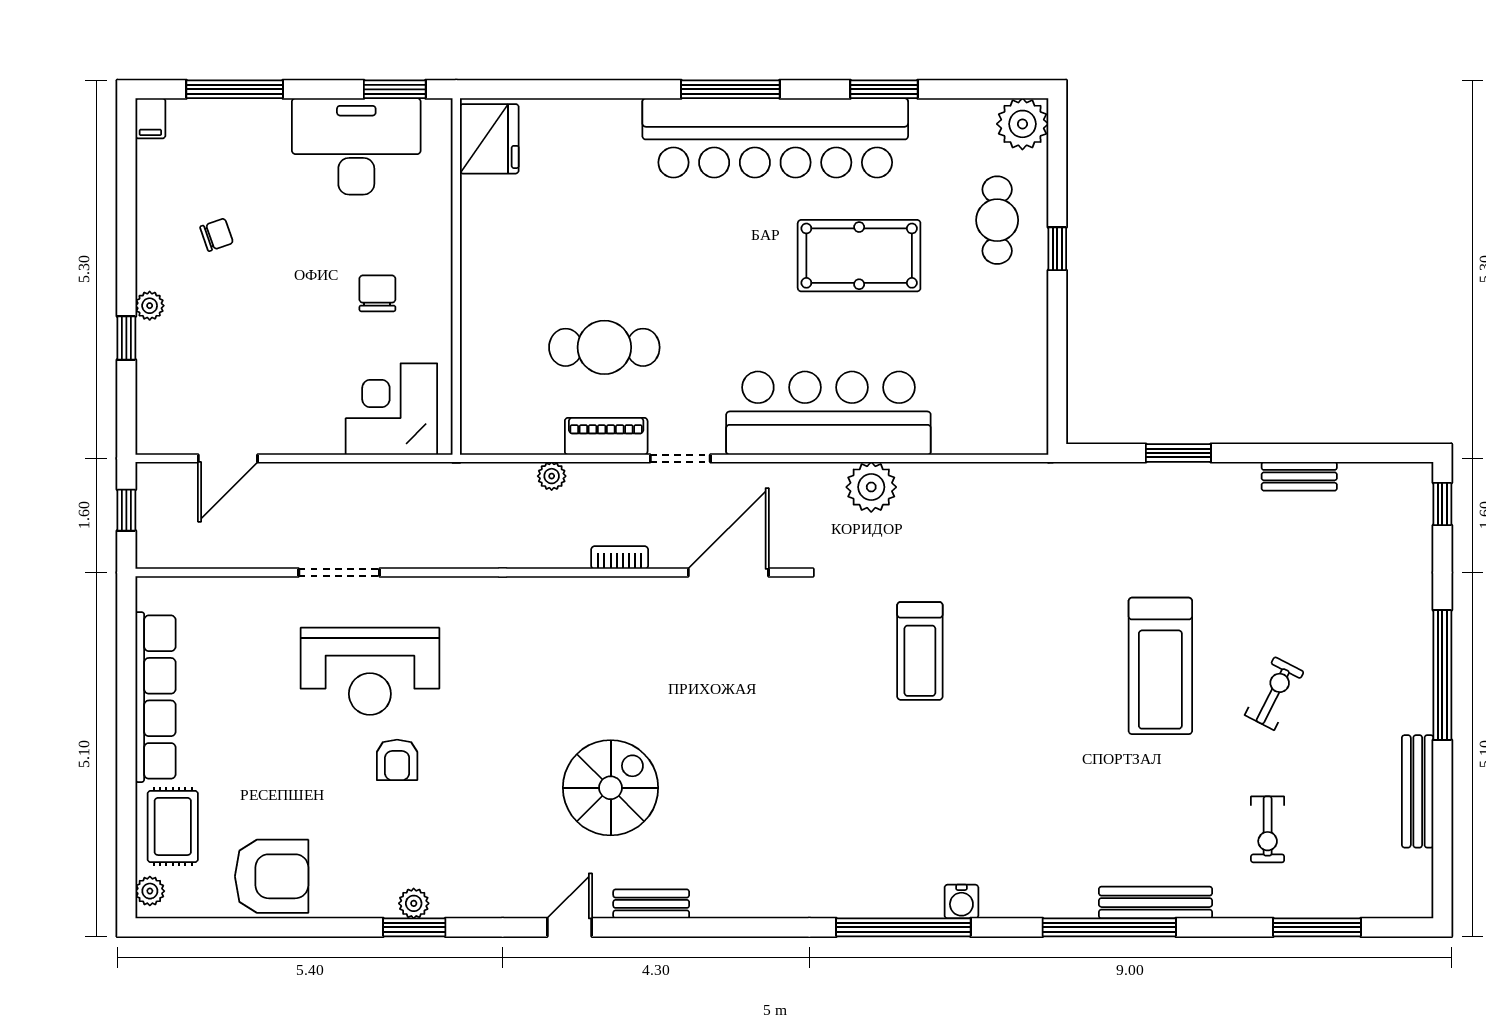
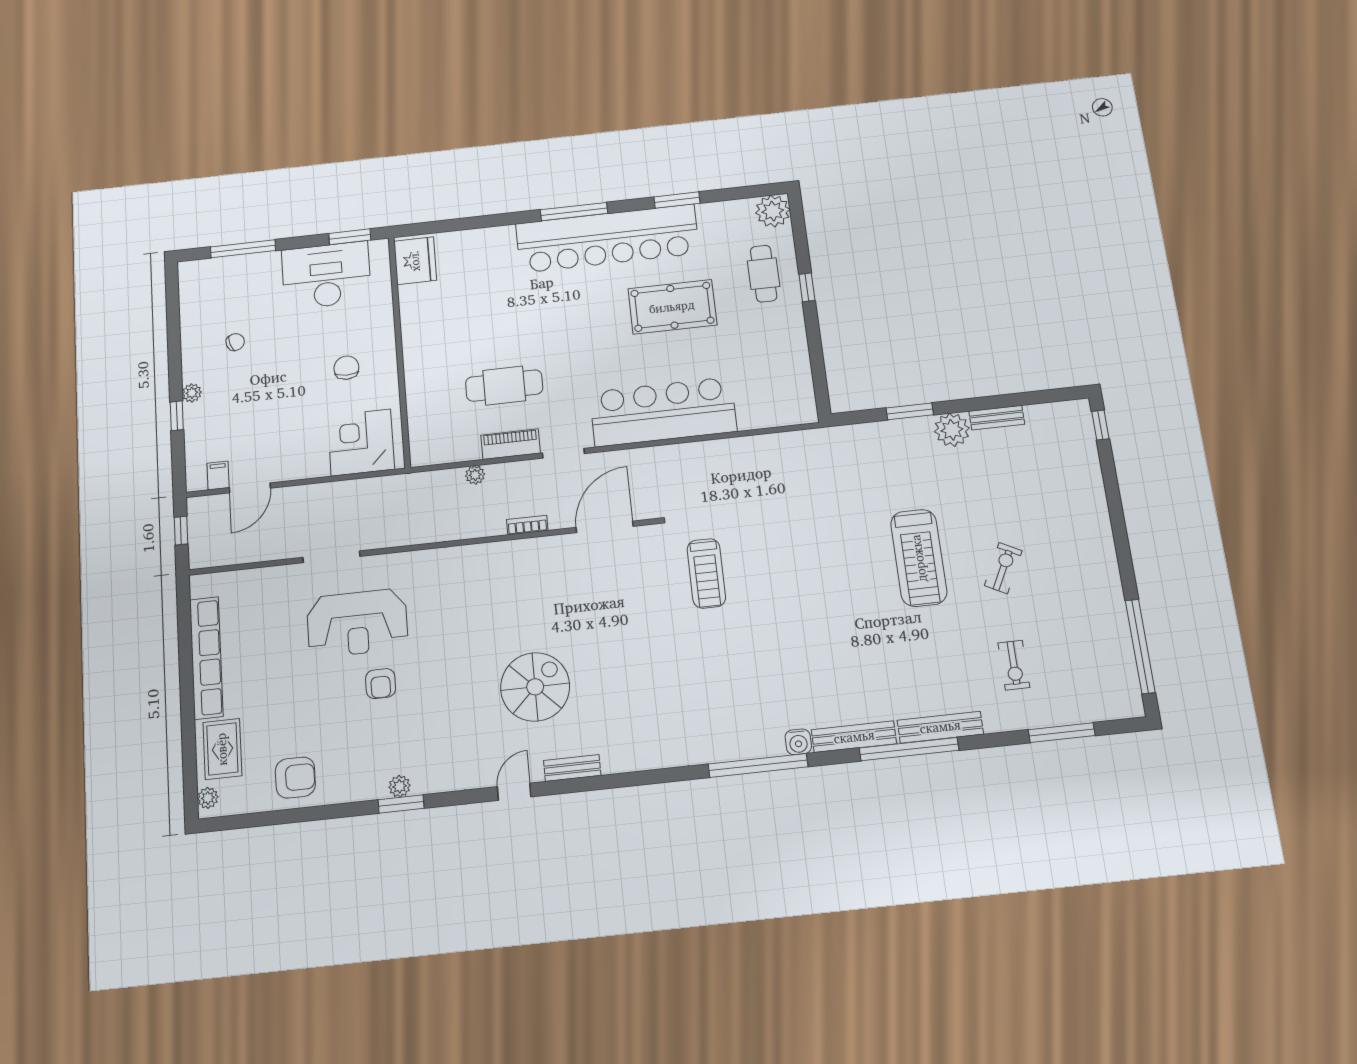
filing cabinet: (150, 118) -> (218, 475), moved, turned 180
plant: (871, 487) -> (952, 430), moved
treadmill: (920, 651) -> (706, 573), moved
window: (1442, 675) -> (1140, 646), moved
bench: (1418, 791) -> (854, 737), moved, turned 90
armchair: (272, 876) -> (295, 778), width x0.73, depth x0.73

